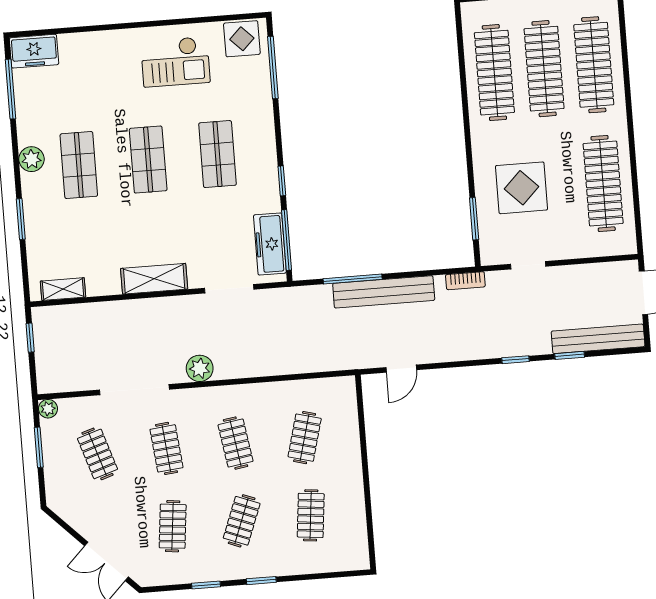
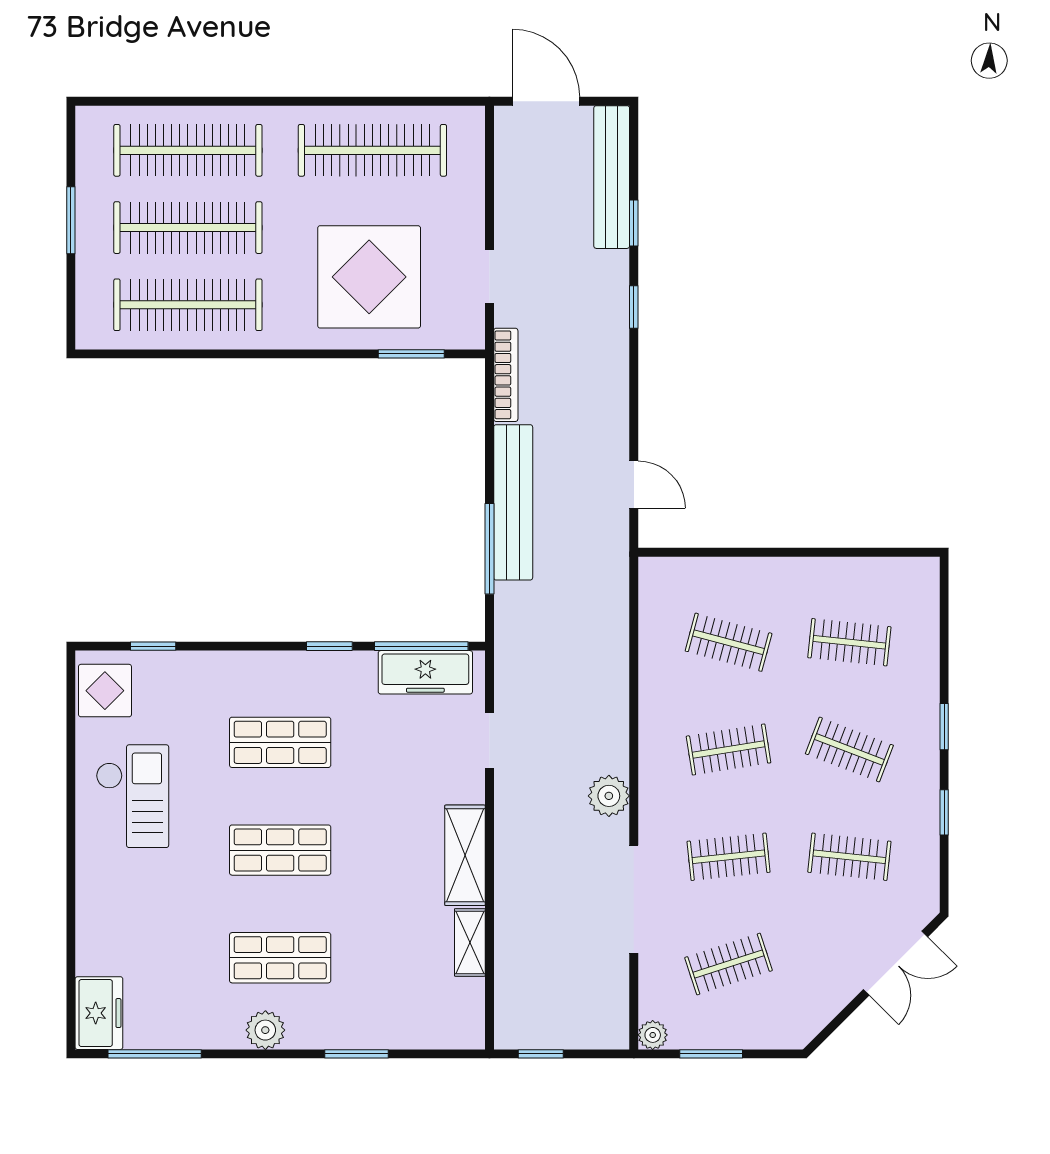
window: (273, 67) -> (153, 646), width x0.46
display table: (522, 188) -> (369, 277), width x1.36, depth x1.36
bookcase: (465, 281) -> (506, 375), width x1.56
shelving: (63, 289) -> (470, 942), moved
doorway: (229, 289) -> (489, 741), width x0.73

